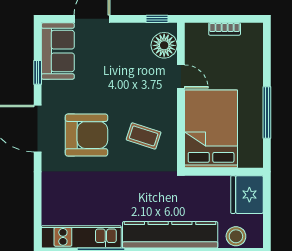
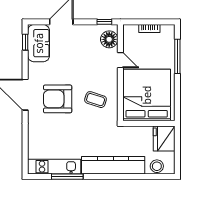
window: (38, 72) -> (25, 42), moved
window: (267, 112) -> (177, 56), moved
bed: (211, 129) -> (147, 95), width x1.36
armchair: (86, 135) -> (58, 99), turned 180

